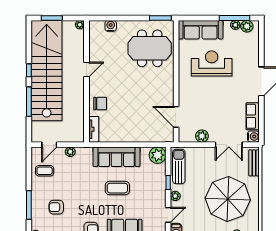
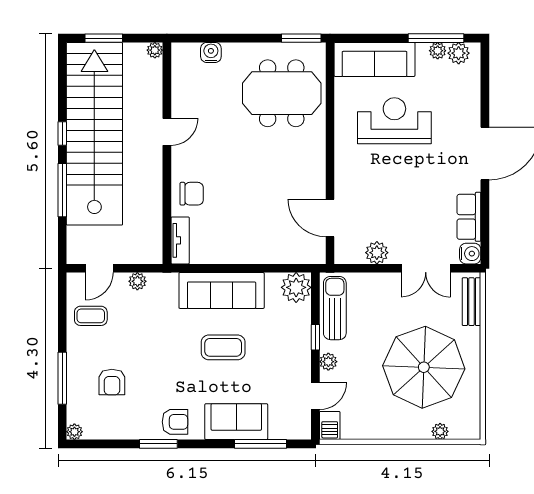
armchair: (56, 207) -> (112, 382), turned -90

